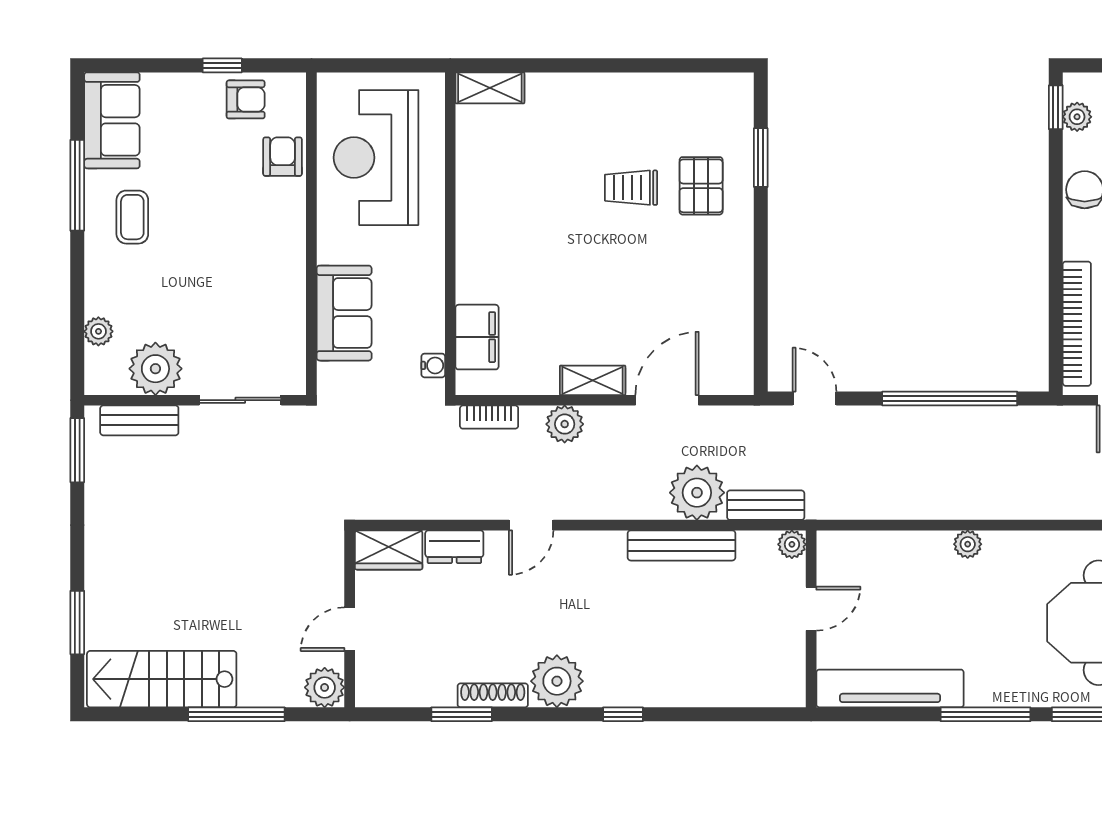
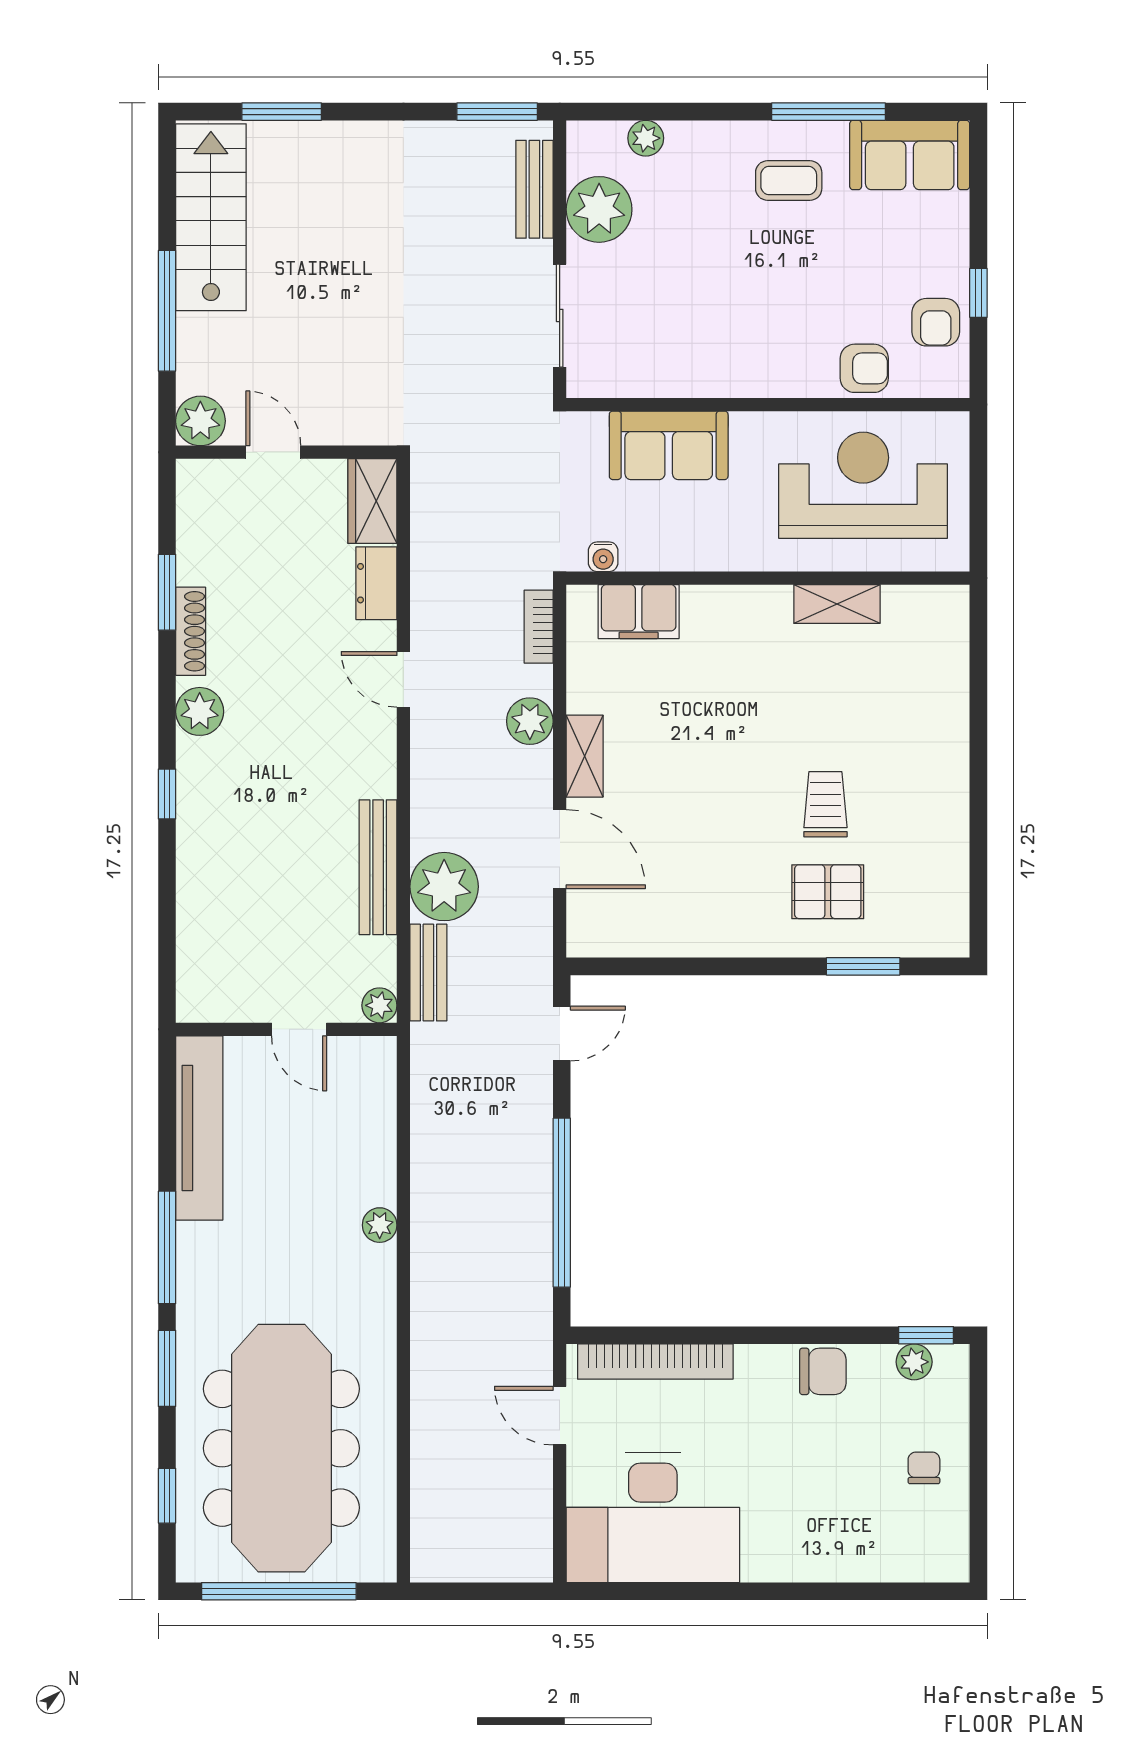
shelving: (490, 88) -> (837, 604), moved, turned 90
plant: (557, 681) -> (200, 711), width x0.73, depth x0.73

